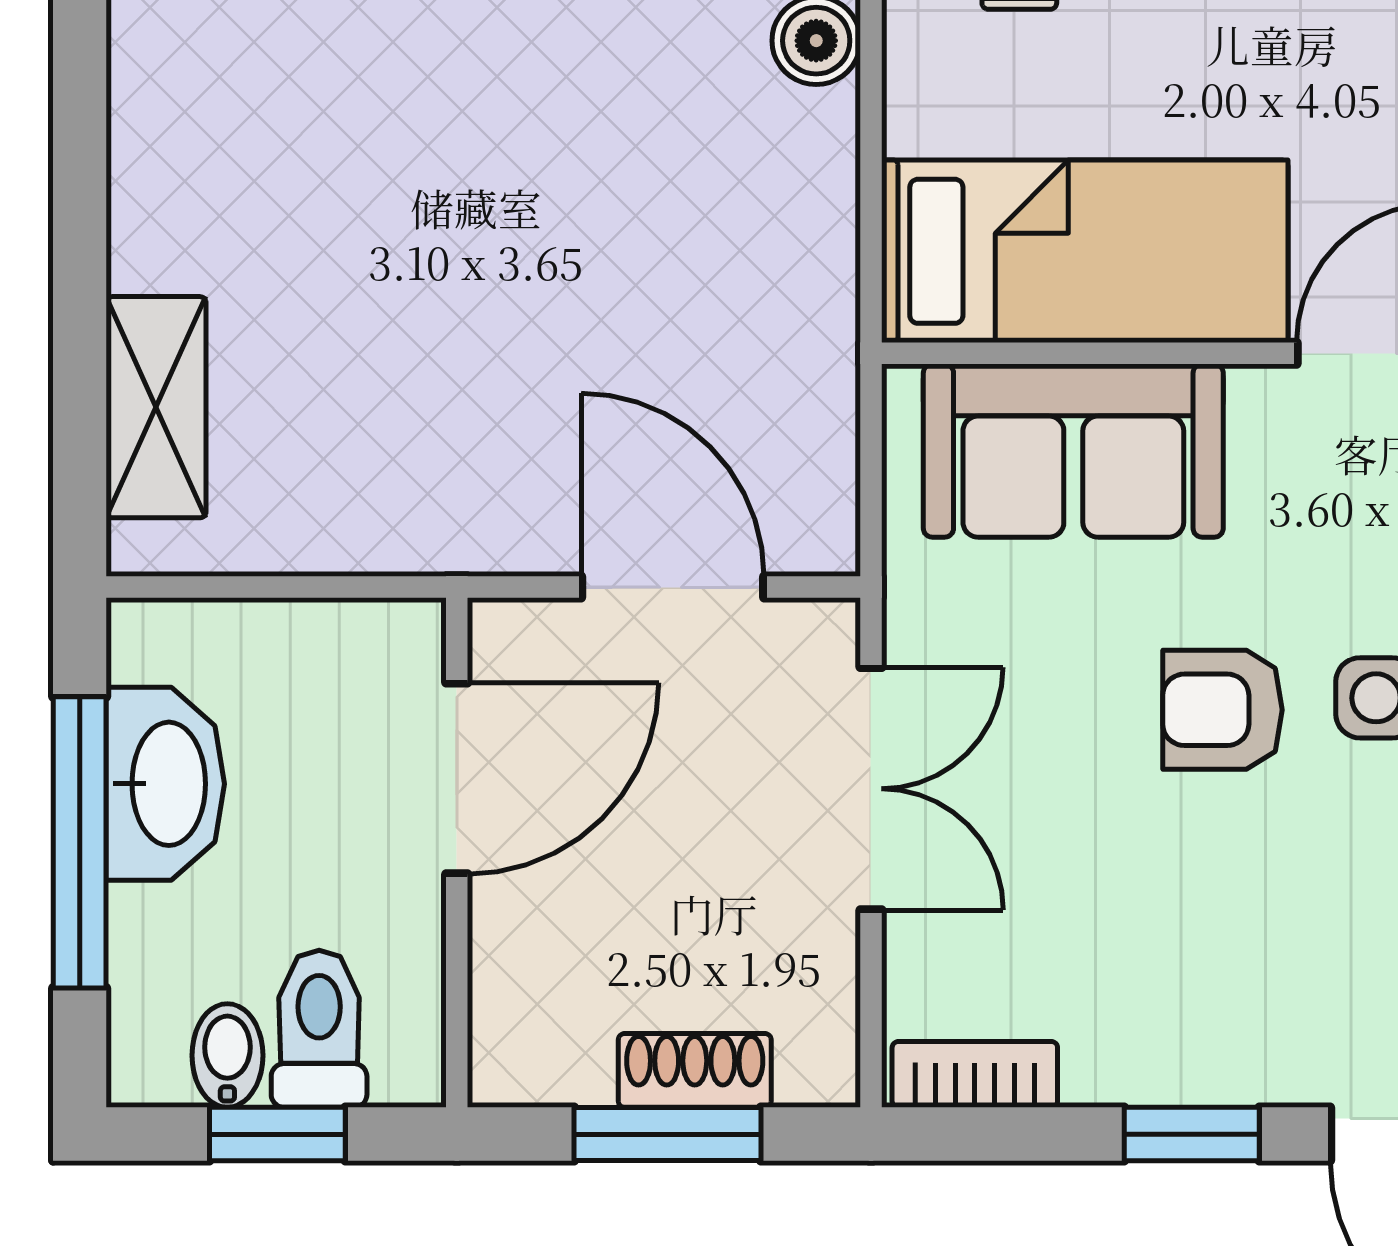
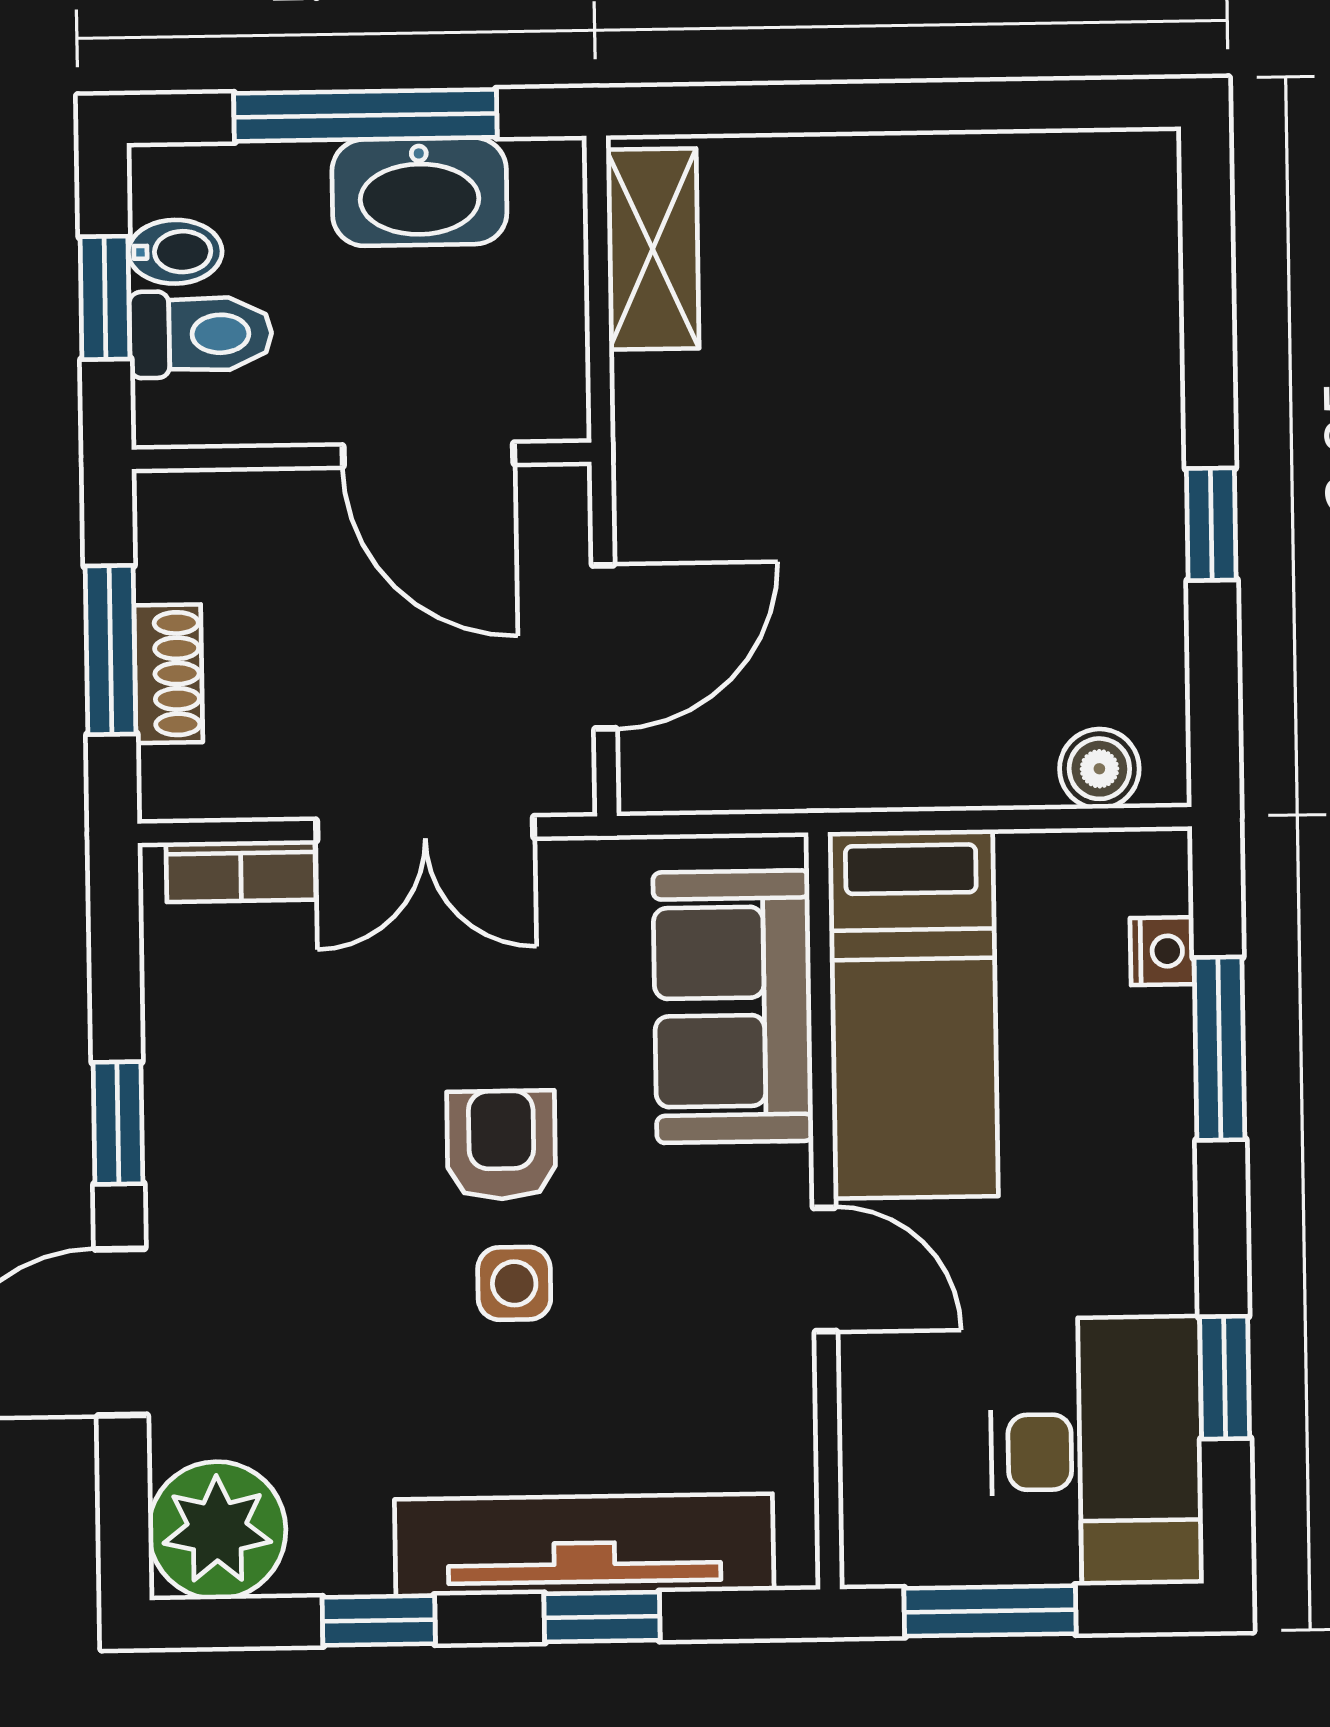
shelving: (156, 407) -> (653, 249), moved, turned 90
bookcase: (975, 1074) -> (241, 871), moved, turned 90

